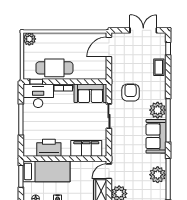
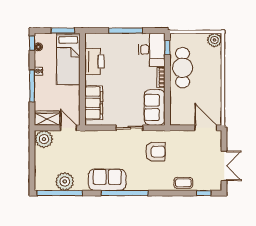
plant: (158, 110) -> (136, 181), removed

